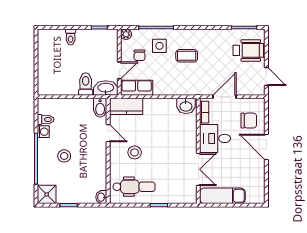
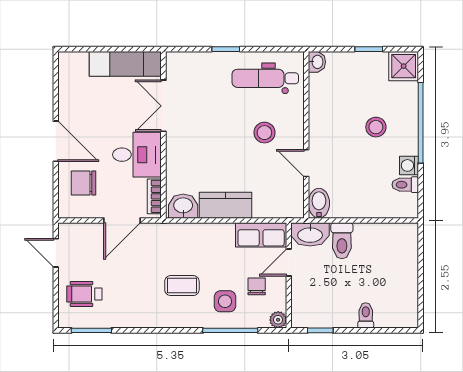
wheelchair: (248, 50) -> (84, 294), width x0.73, depth x0.73
kitchen counter: (126, 106) -> (225, 205), moved

